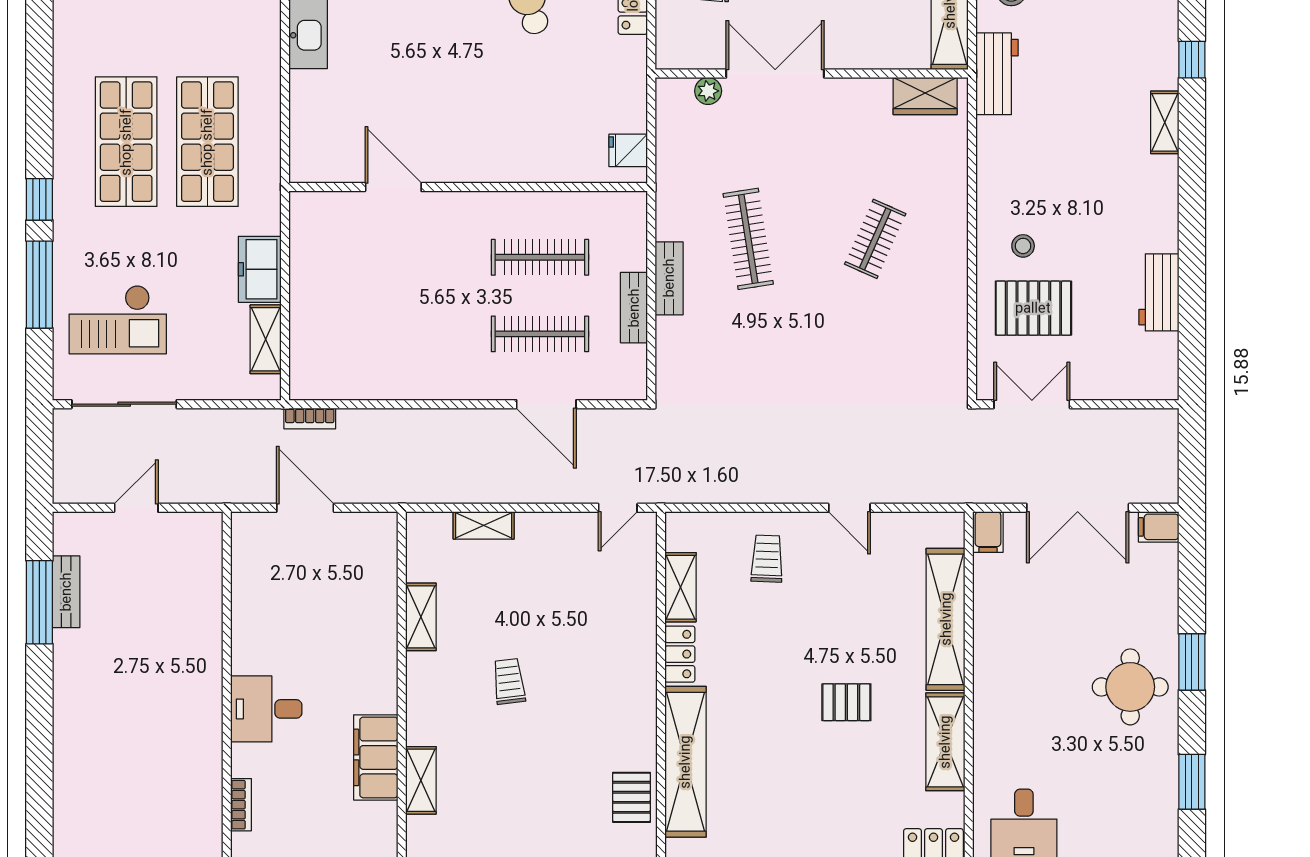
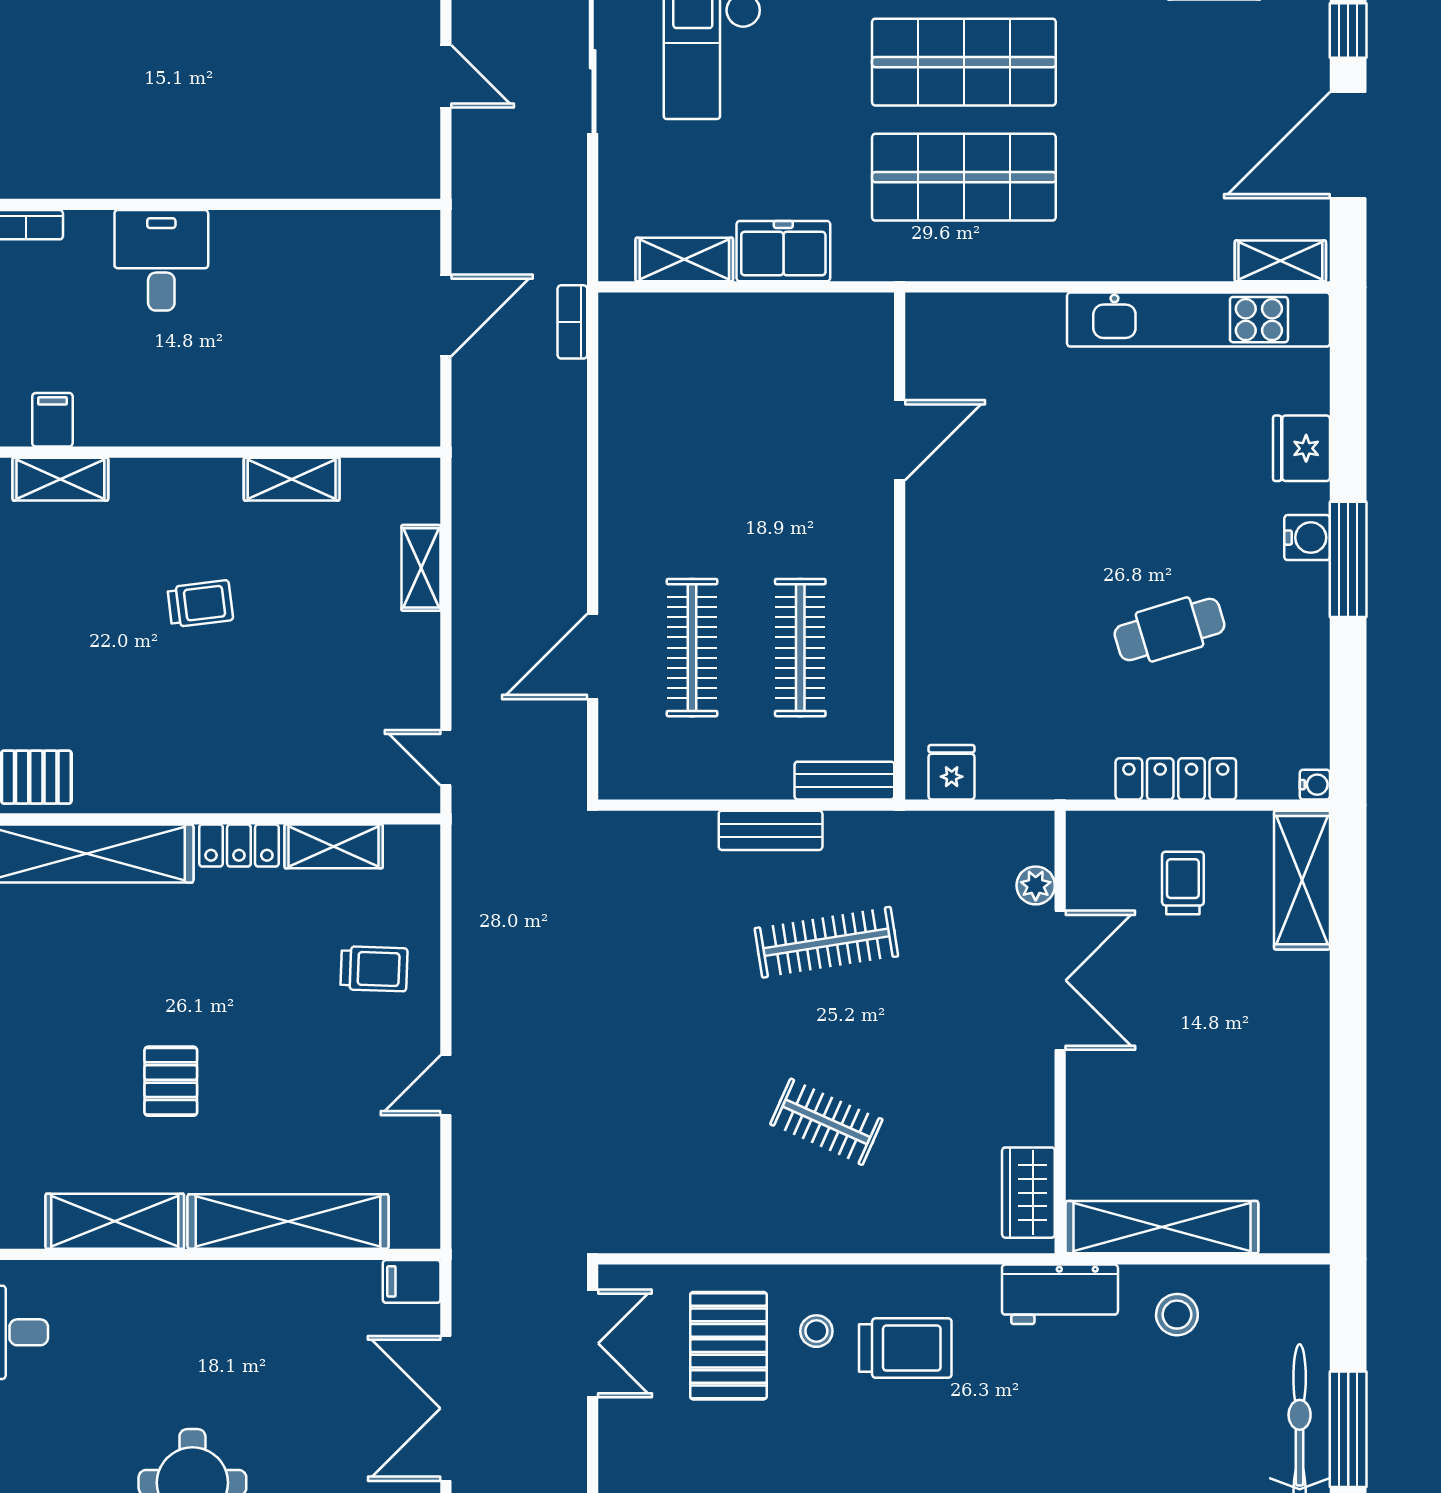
trolley: (1035, 183) -> (905, 1348), added
bench: (634, 308) -> (844, 781), moved
filing cabinet: (376, 757) -> (52, 420), width x0.33, depth x0.86

